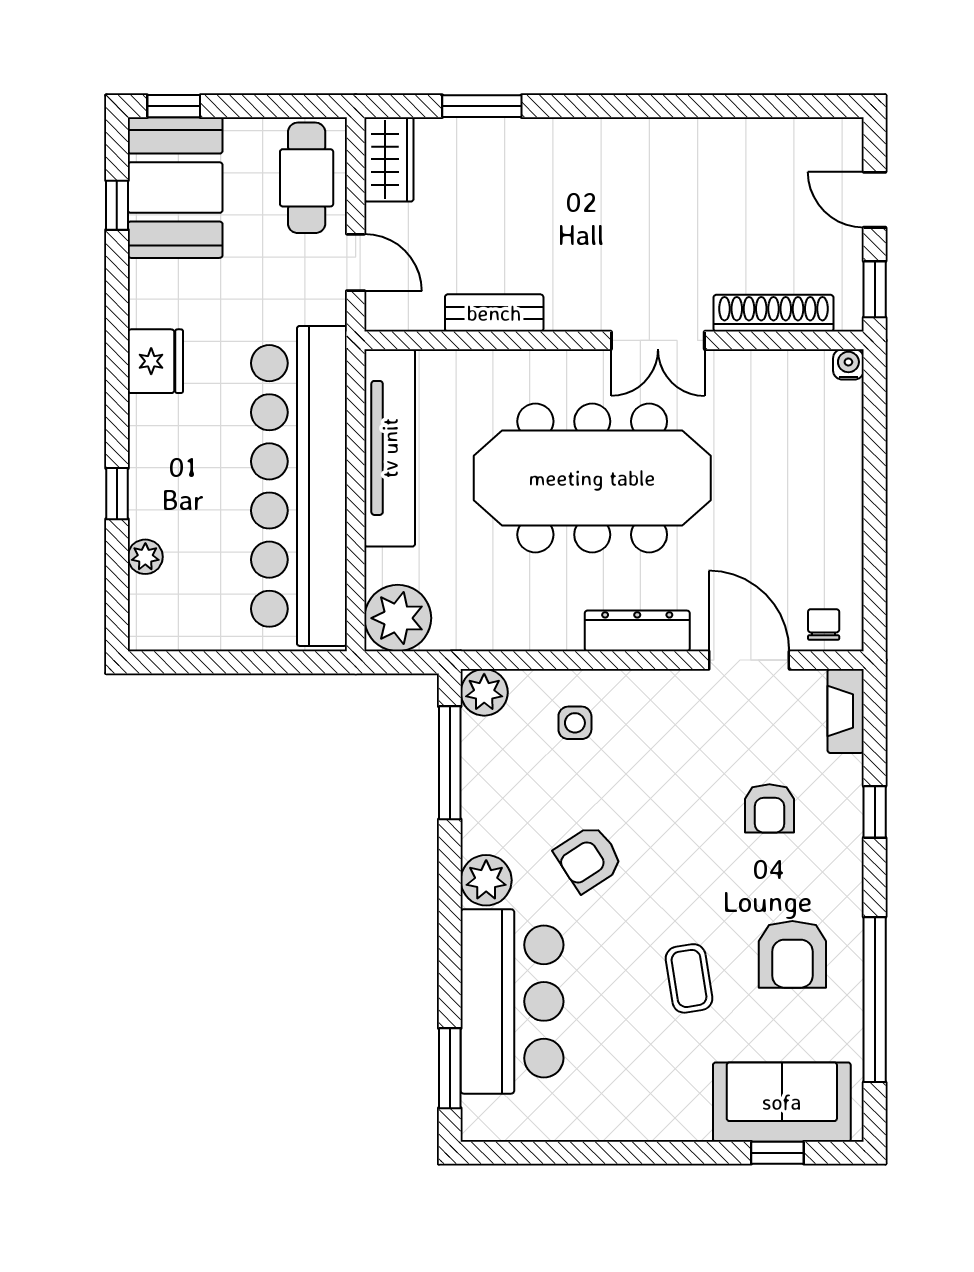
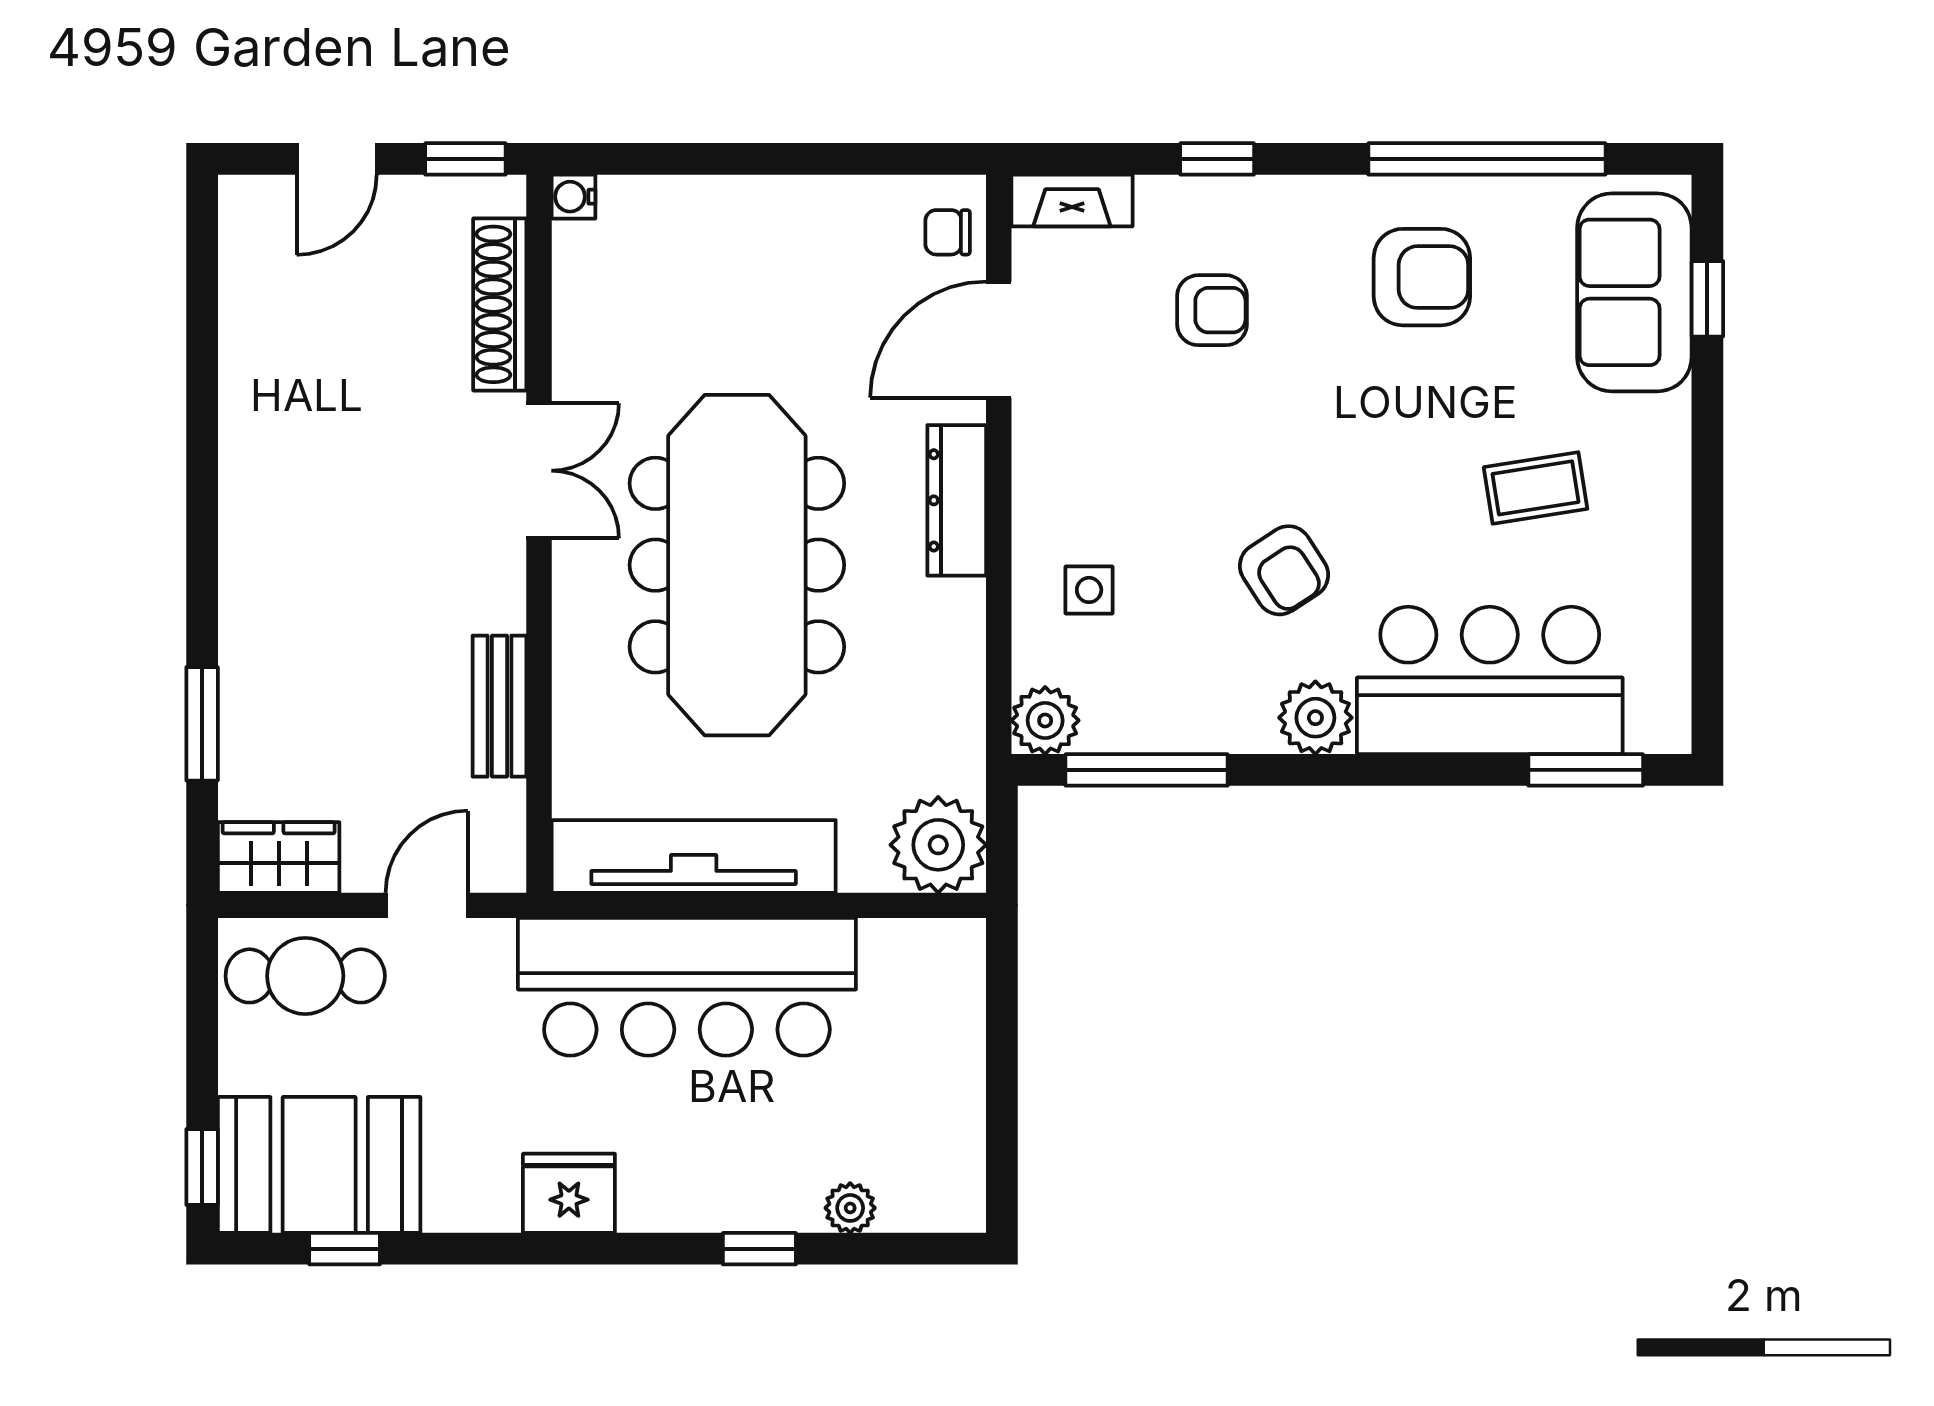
bar counter: (299, 486) -> (687, 987), width x0.73
coffee table: (689, 978) -> (1536, 488), moved

